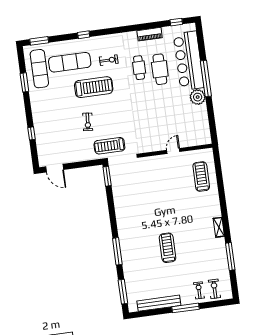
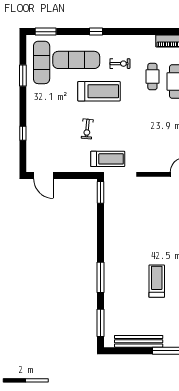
treadmill: (109, 146) -> (108, 159), turned 180

